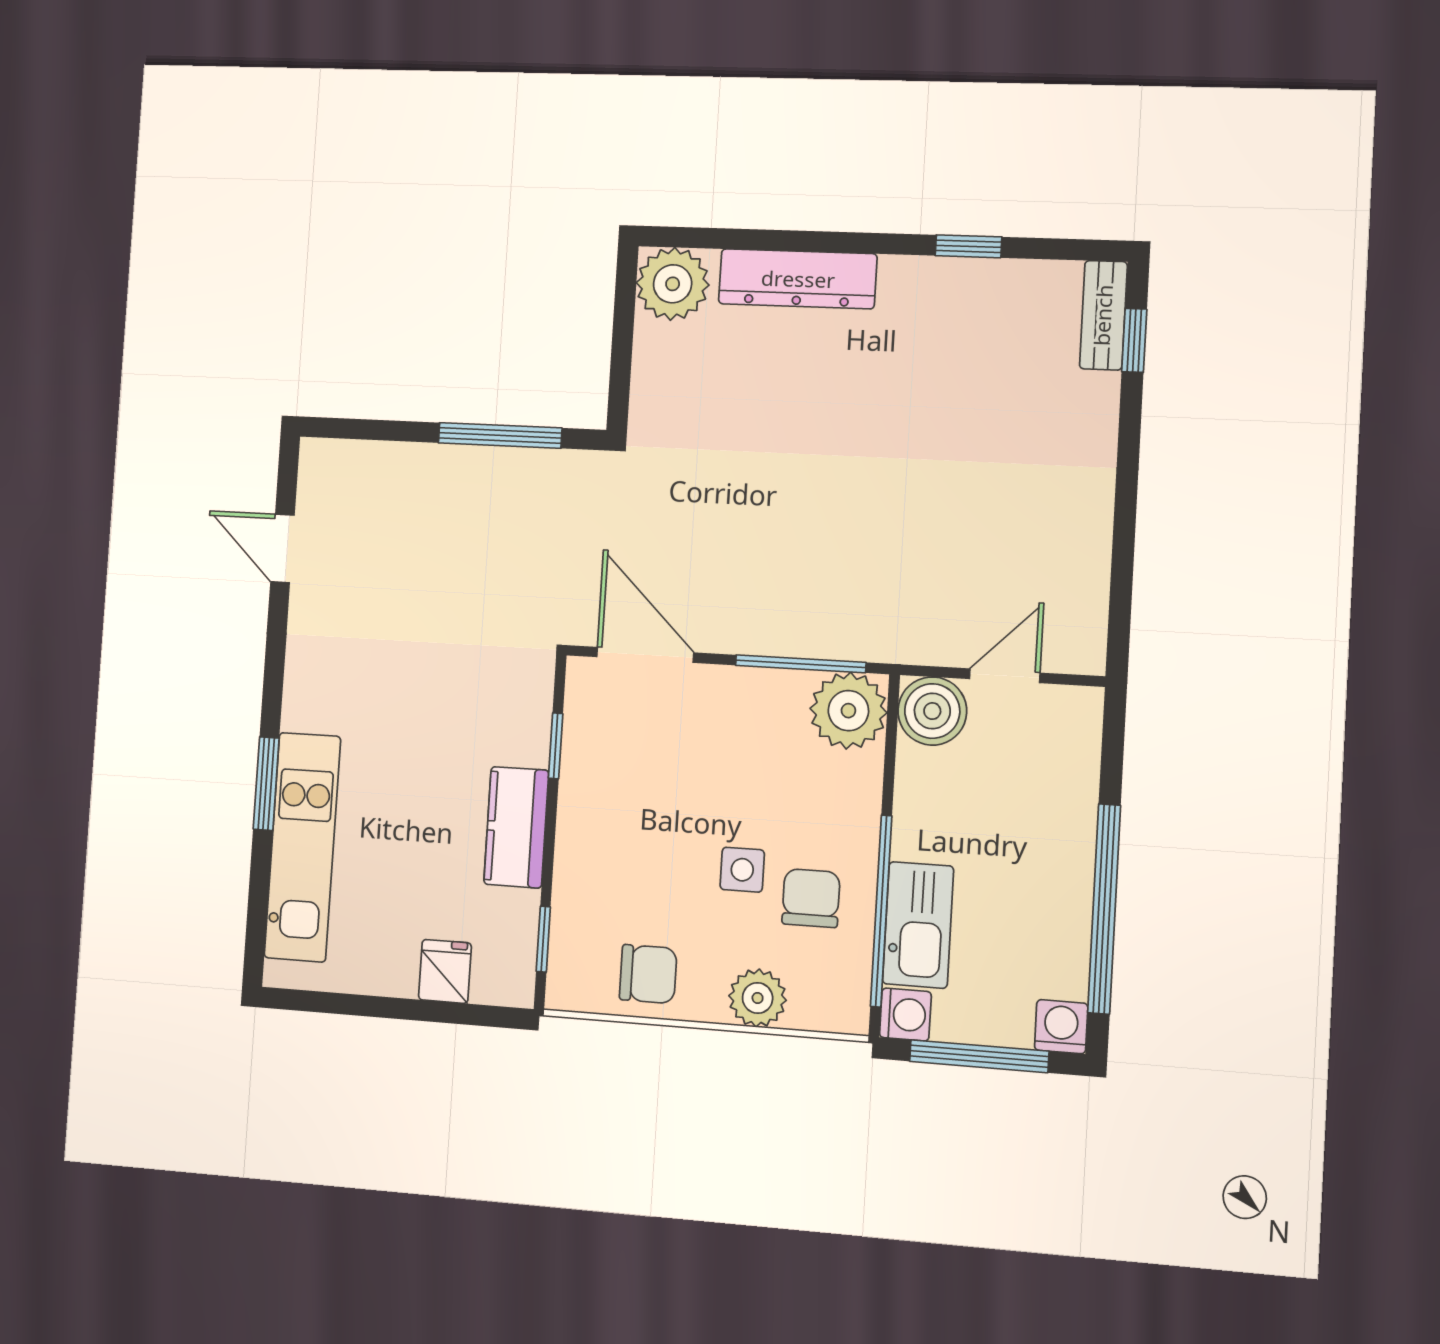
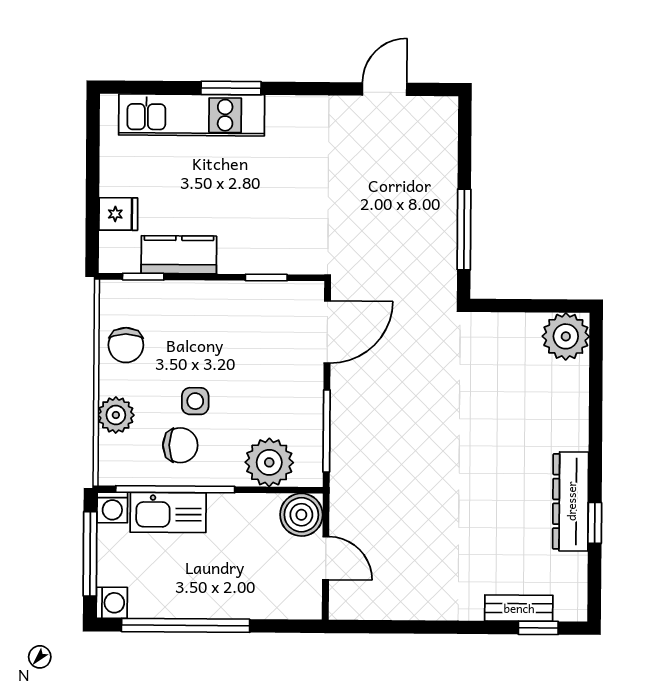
dresser: (798, 279) -> (571, 501), moved
bench: (1103, 315) -> (519, 608), moved
plant: (848, 711) -> (269, 462), moved
kitchen counter: (516, 827) -> (179, 255), moved

